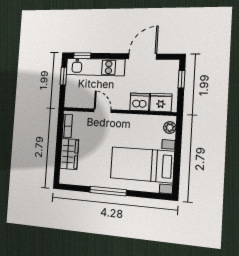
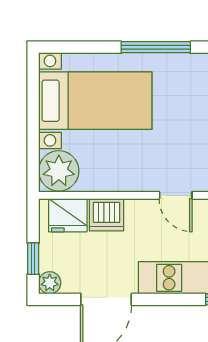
plant: (173, 66) -> (50, 283), added
plant: (170, 127) -> (59, 171), width x1.88, depth x1.88

